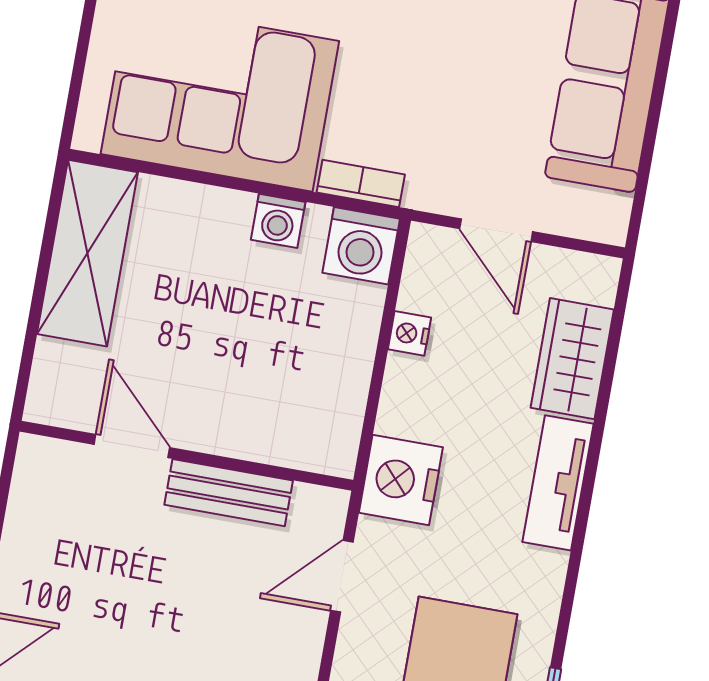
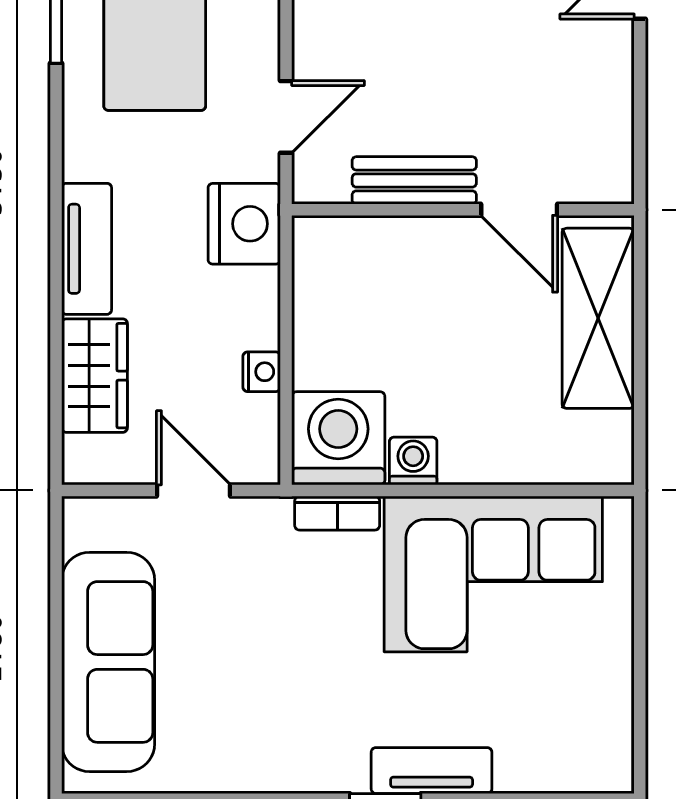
washing machine: (361, 246) -> (338, 438), width x1.37, depth x1.37
shelving: (87, 253) -> (598, 318), moved

